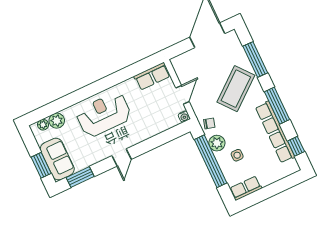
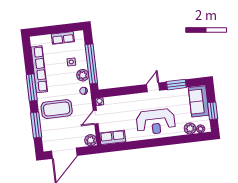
plant: (179, 63) -> (91, 140), added
coffee table: (236, 89) -> (57, 109), turned 39
window: (296, 146) -> (28, 55), removed
window: (41, 165) -> (213, 111), moved
window: (80, 177) -> (176, 85), moved
row of seats: (246, 188) -> (63, 38), moved

